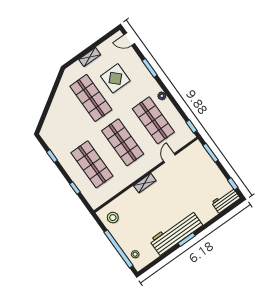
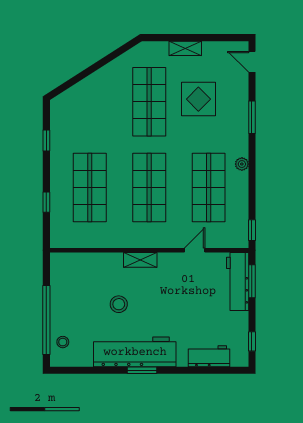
workbench: (203, 158) -> (238, 282), added
workbench: (226, 200) -> (209, 356), moved
stool: (113, 218) -> (119, 304), moved

